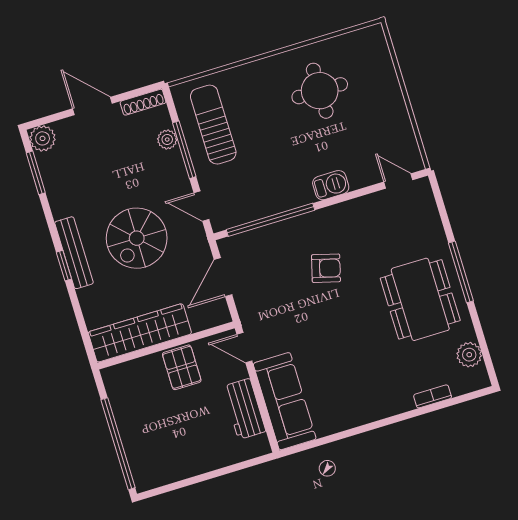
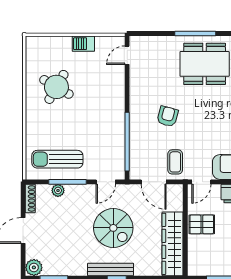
round table: (320, 91) -> (56, 87), turned 30
barbecue: (331, 185) -> (83, 44), moved, turned -90
coffee table: (262, 300) -> (175, 162), added

